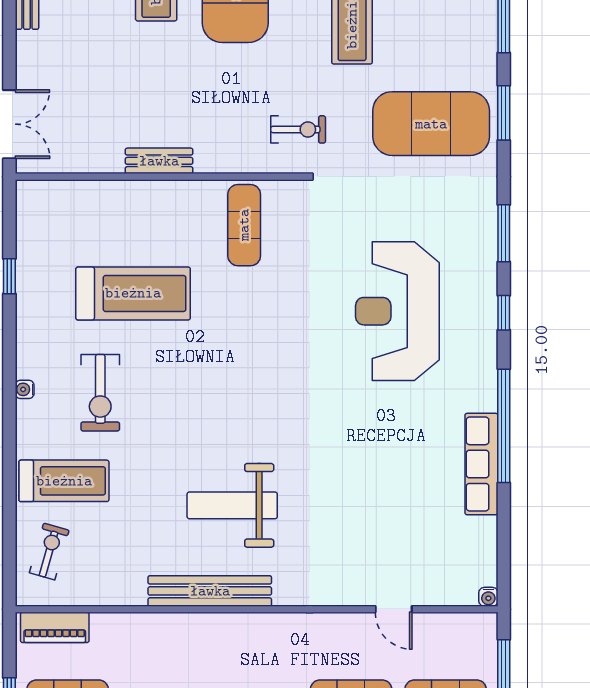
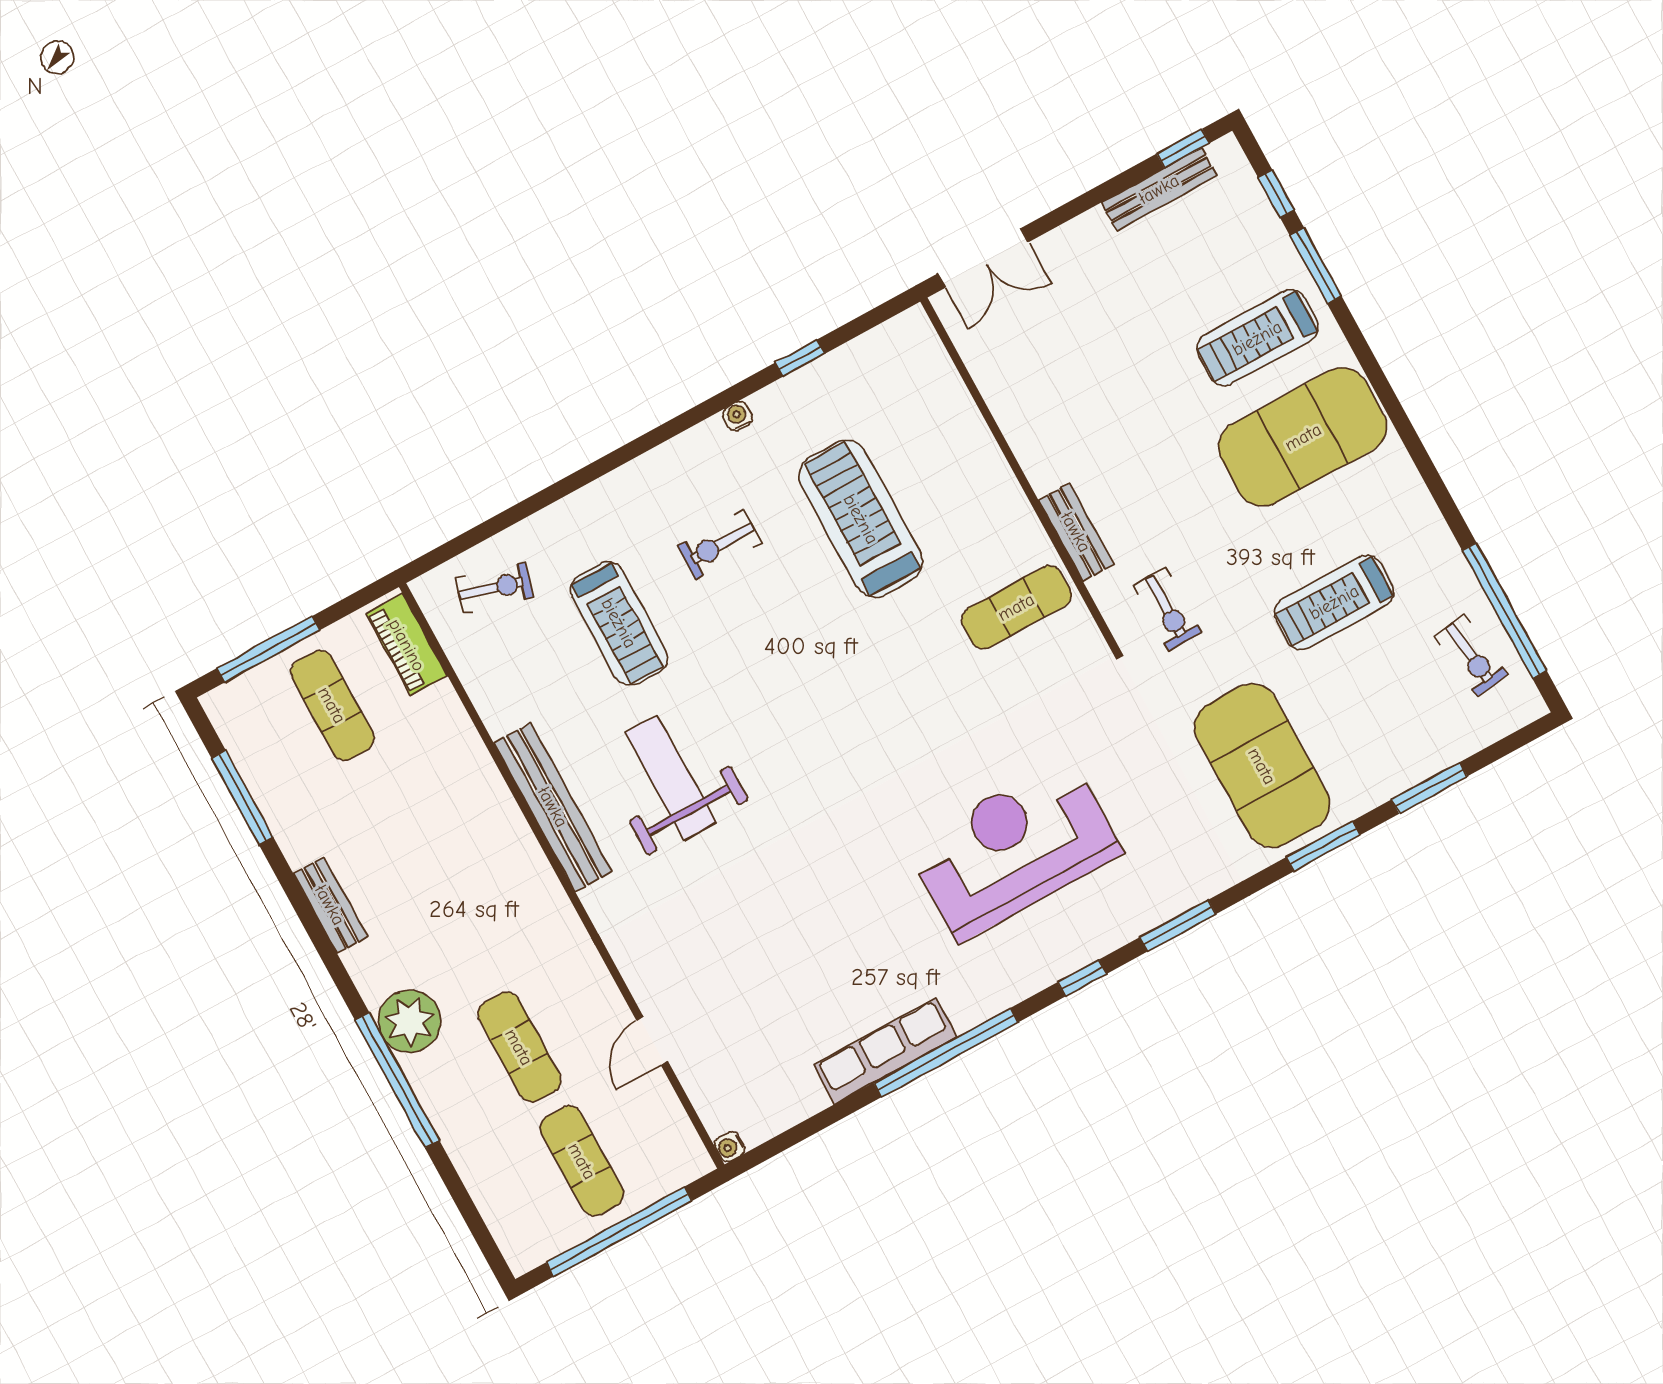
bench: (159, 161) -> (1076, 532), moved
treadmill: (133, 293) -> (861, 519), turned 180
water cooler: (25, 389) -> (738, 416), moved
exercise bike: (100, 393) -> (719, 544), width x0.73, depth x0.72
treadmill: (64, 481) -> (619, 623), moved

